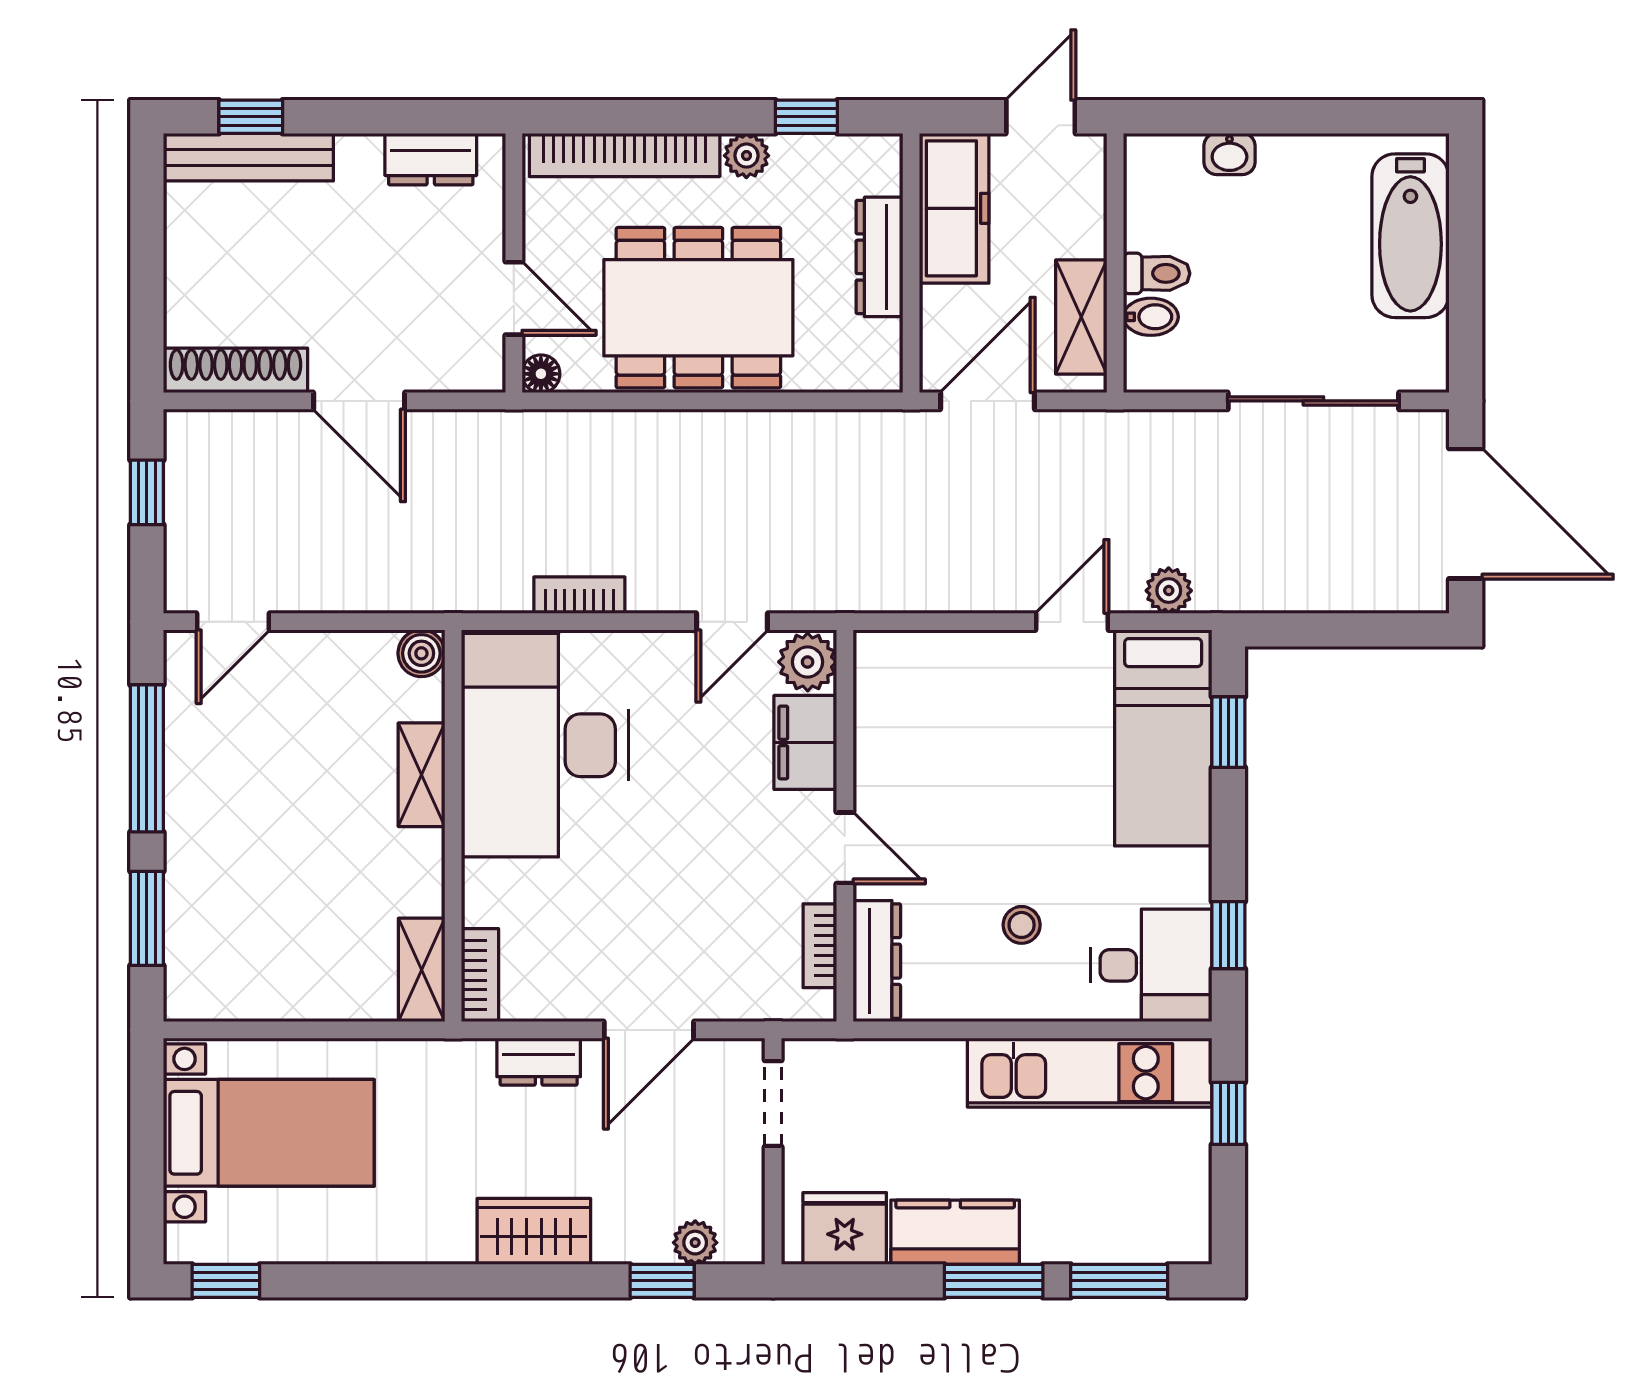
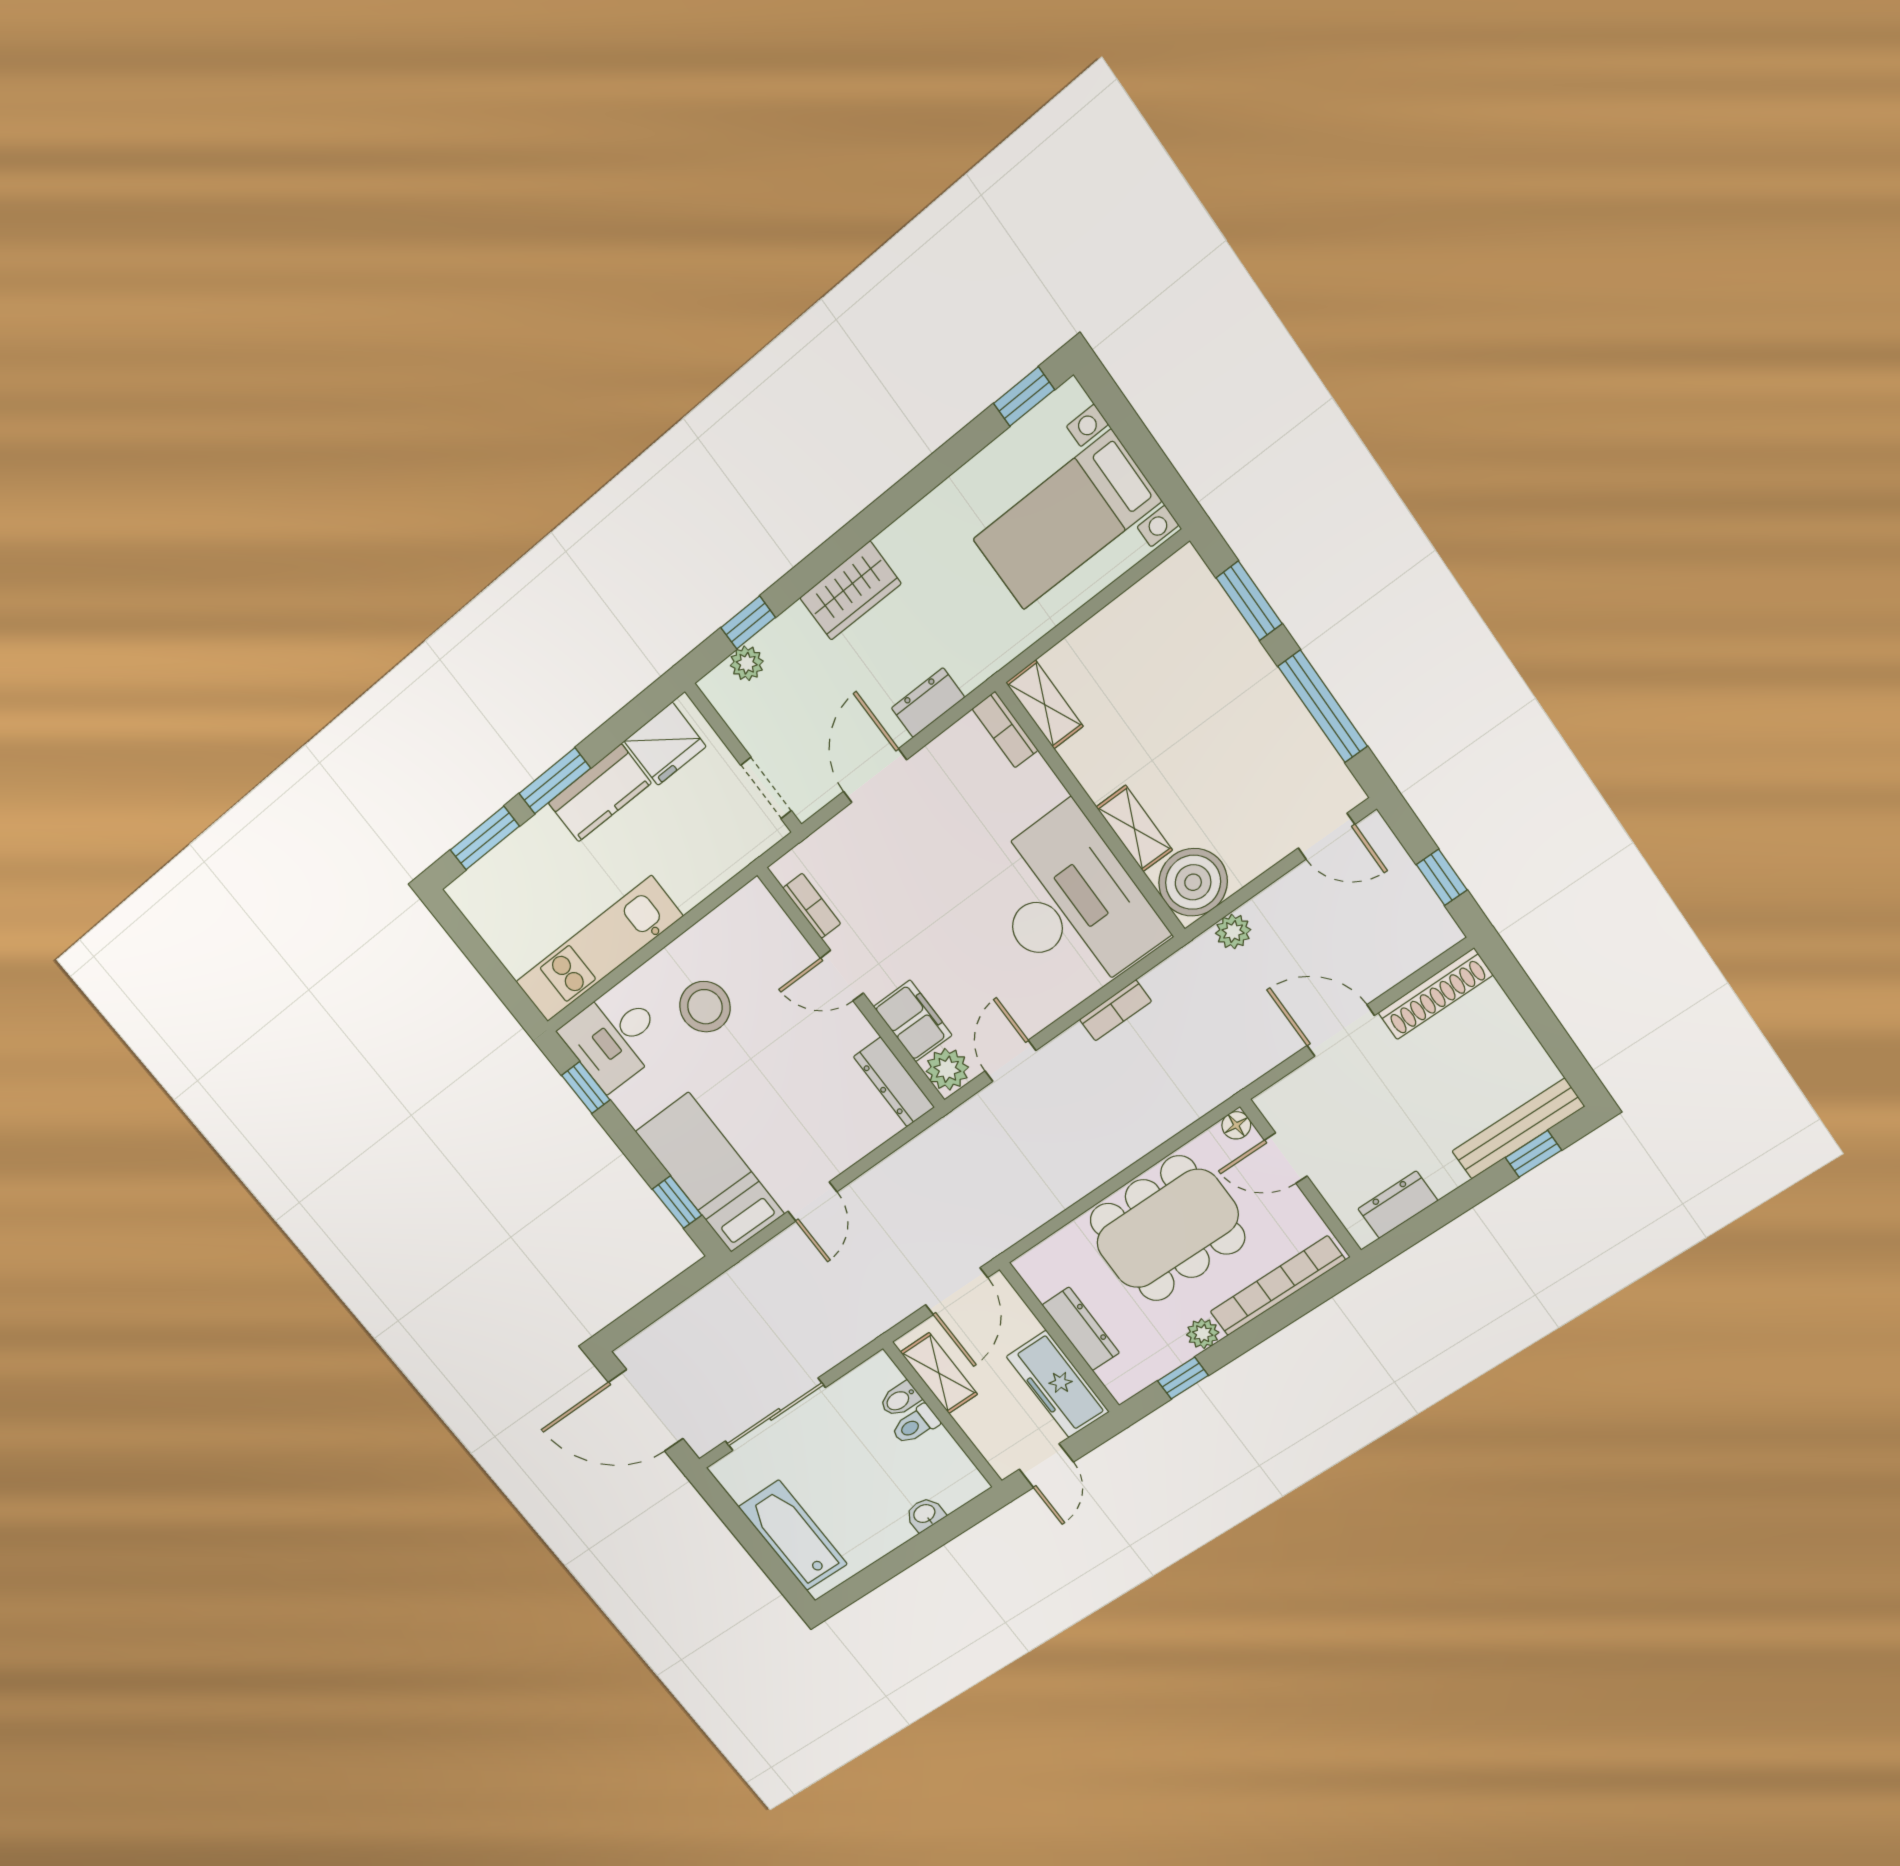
plant: (1169, 591) -> (1233, 932), moved
door: (233, 622) -> (1326, 836), swing flipped
boiler: (421, 653) -> (1193, 882), width x1.86, depth x1.86
stool: (1022, 925) -> (705, 1007), width x1.89, depth x1.89
dresser: (877, 961) -> (894, 1082), moved
window: (1228, 1113) -> (504, 985), removed

